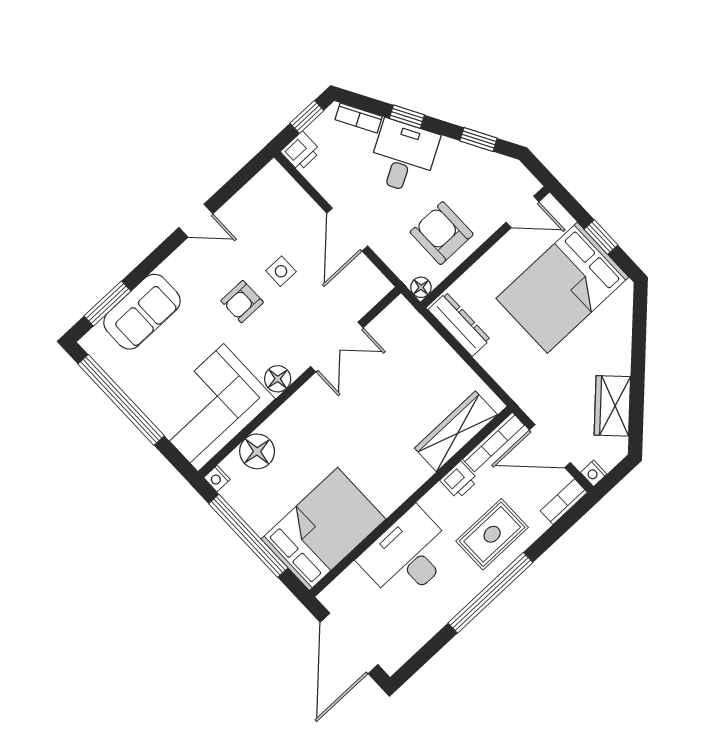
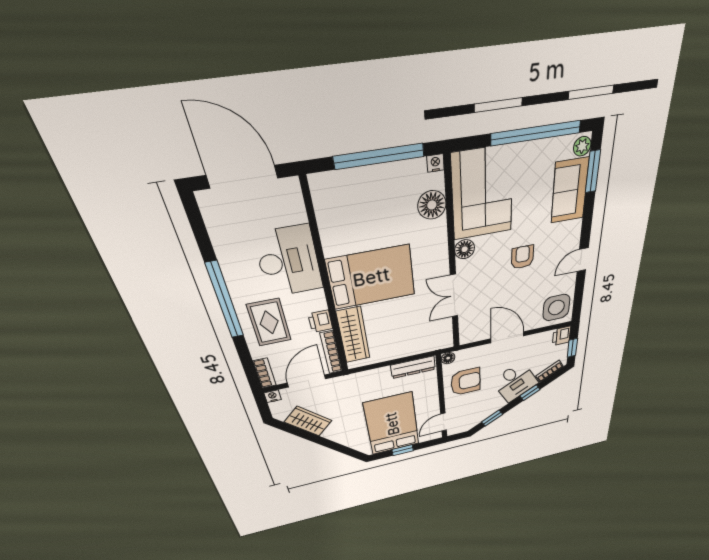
side table: (281, 271) -> (556, 308), moved, width x1.87, depth x1.87
plant: (96, 339) -> (582, 146), added
bed: (323, 529) -> (371, 277), moved, turned -90

